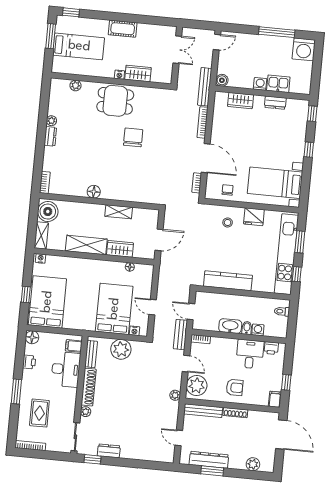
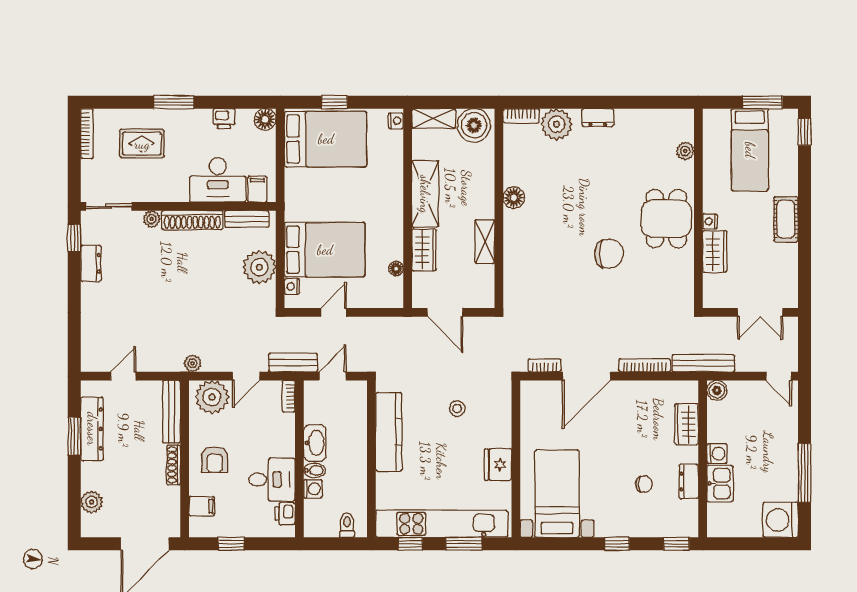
plant: (51, 121) -> (557, 124), moved, width x1.88, depth x1.88
chair: (228, 190) -> (644, 484), moved
stool: (228, 222) -> (457, 408), moved
filing cabinet: (275, 399) -> (202, 506), moved

